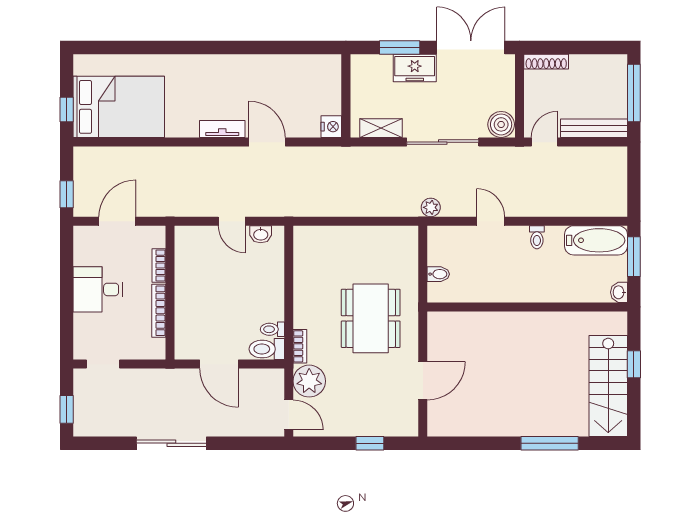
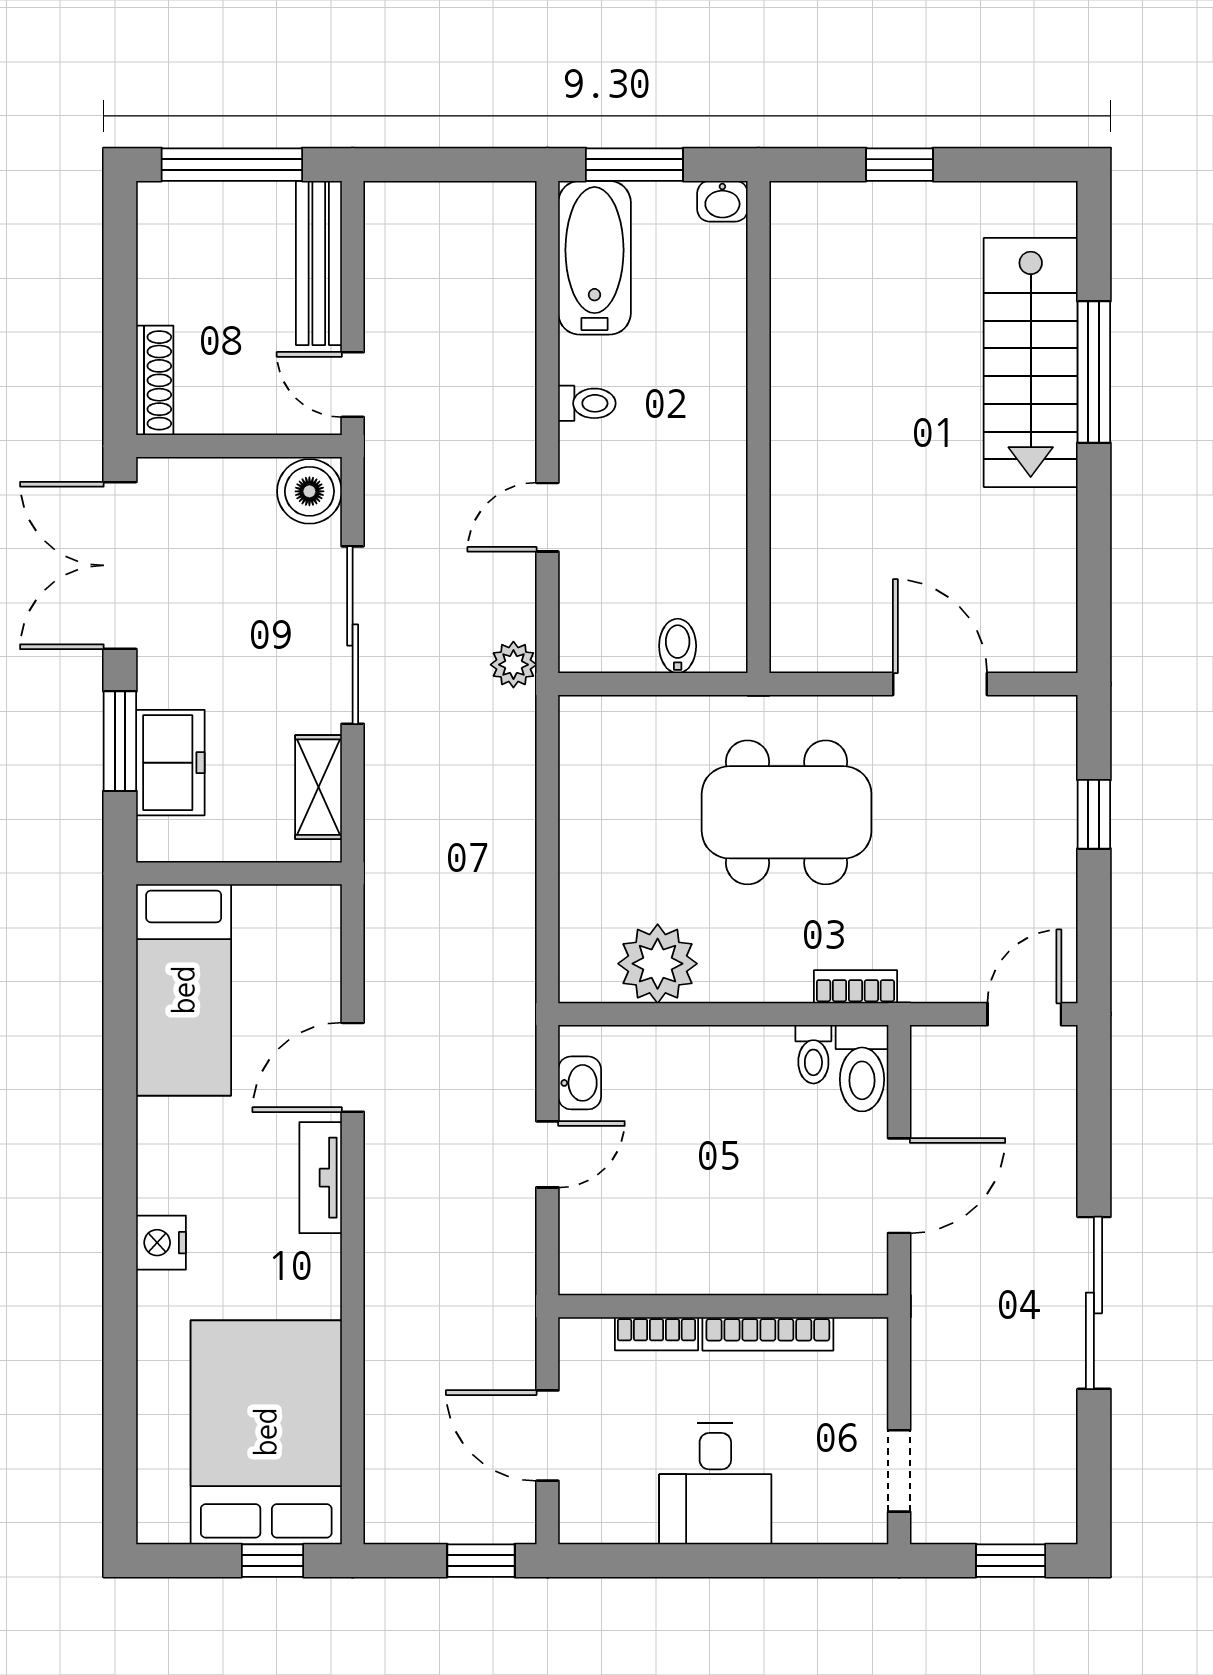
freezer: (415, 68) -> (170, 763), moved
bed: (299, 73) -> (184, 990), added
nightstand: (331, 127) -> (161, 1243), moved, turned -90
plant: (309, 381) -> (658, 964), moved
stairs: (608, 386) -> (1031, 363), moved, turned 90

